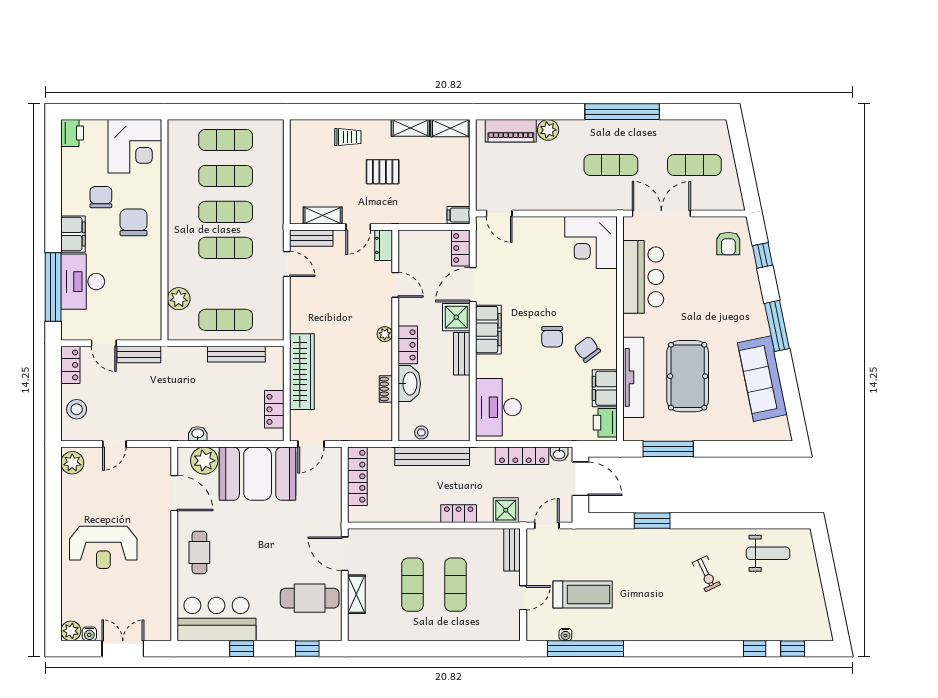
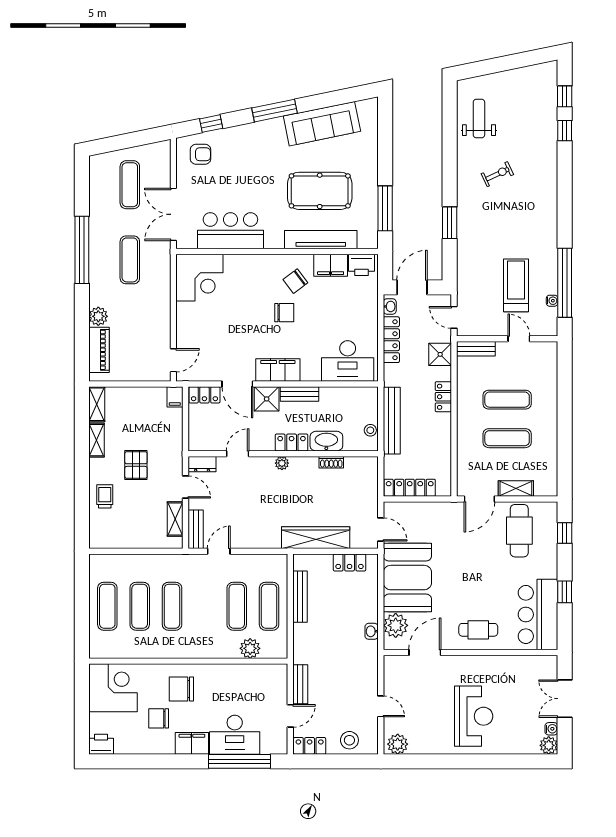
exercise mat: (226, 248) -> (237, 606), moved

